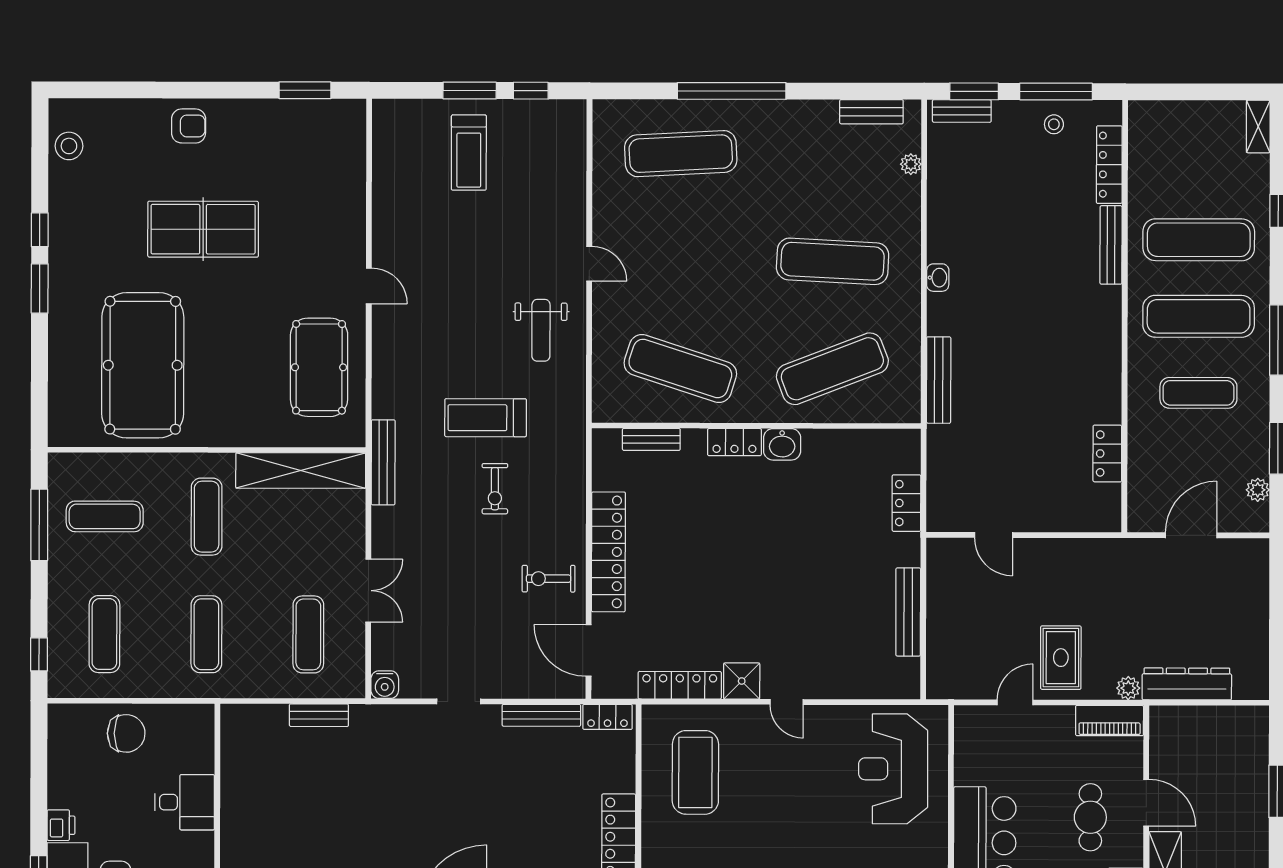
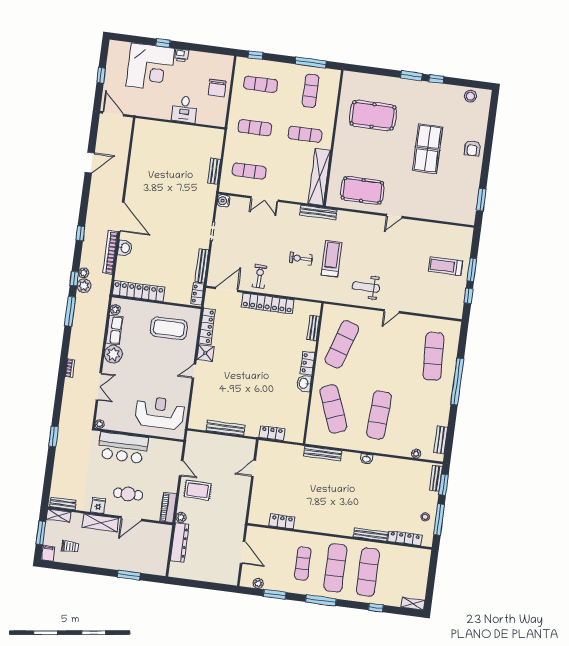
pool table: (143, 365) -> (373, 115), width x0.73, depth x0.76

